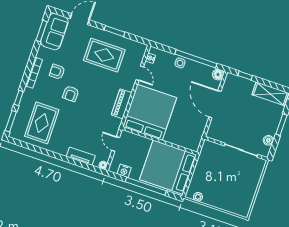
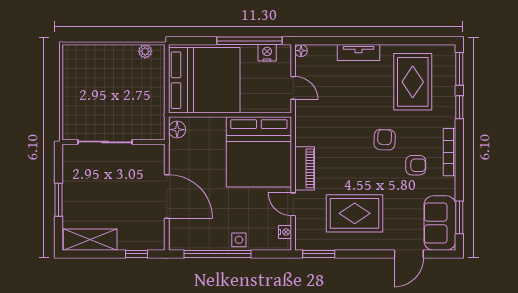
window: (114, 31) -> (319, 254), moved
floor lamp: (218, 75) -> (177, 130), moved
piano: (122, 104) -> (305, 168), moved
boiler: (268, 140) -> (70, 170), removed
tv unit: (81, 156) -> (358, 53), moved
window: (146, 186) -> (249, 41), moved

